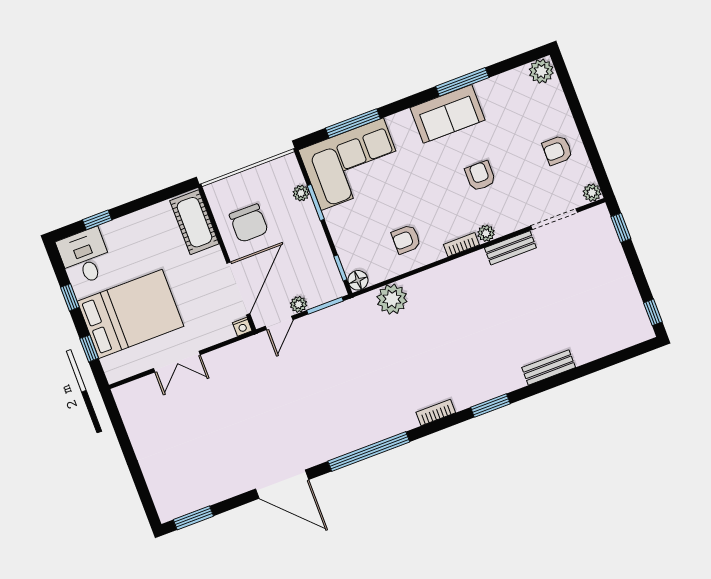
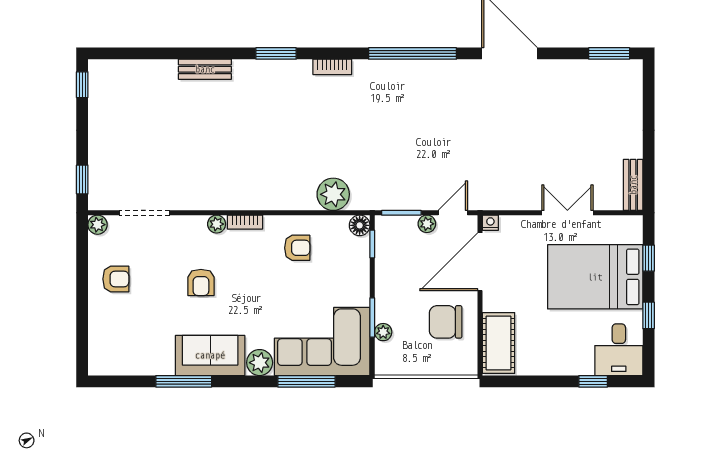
plant: (541, 71) -> (260, 363), moved
chair: (249, 223) -> (446, 322), turned -90
bench: (510, 248) -> (633, 185), moved, turned 90

